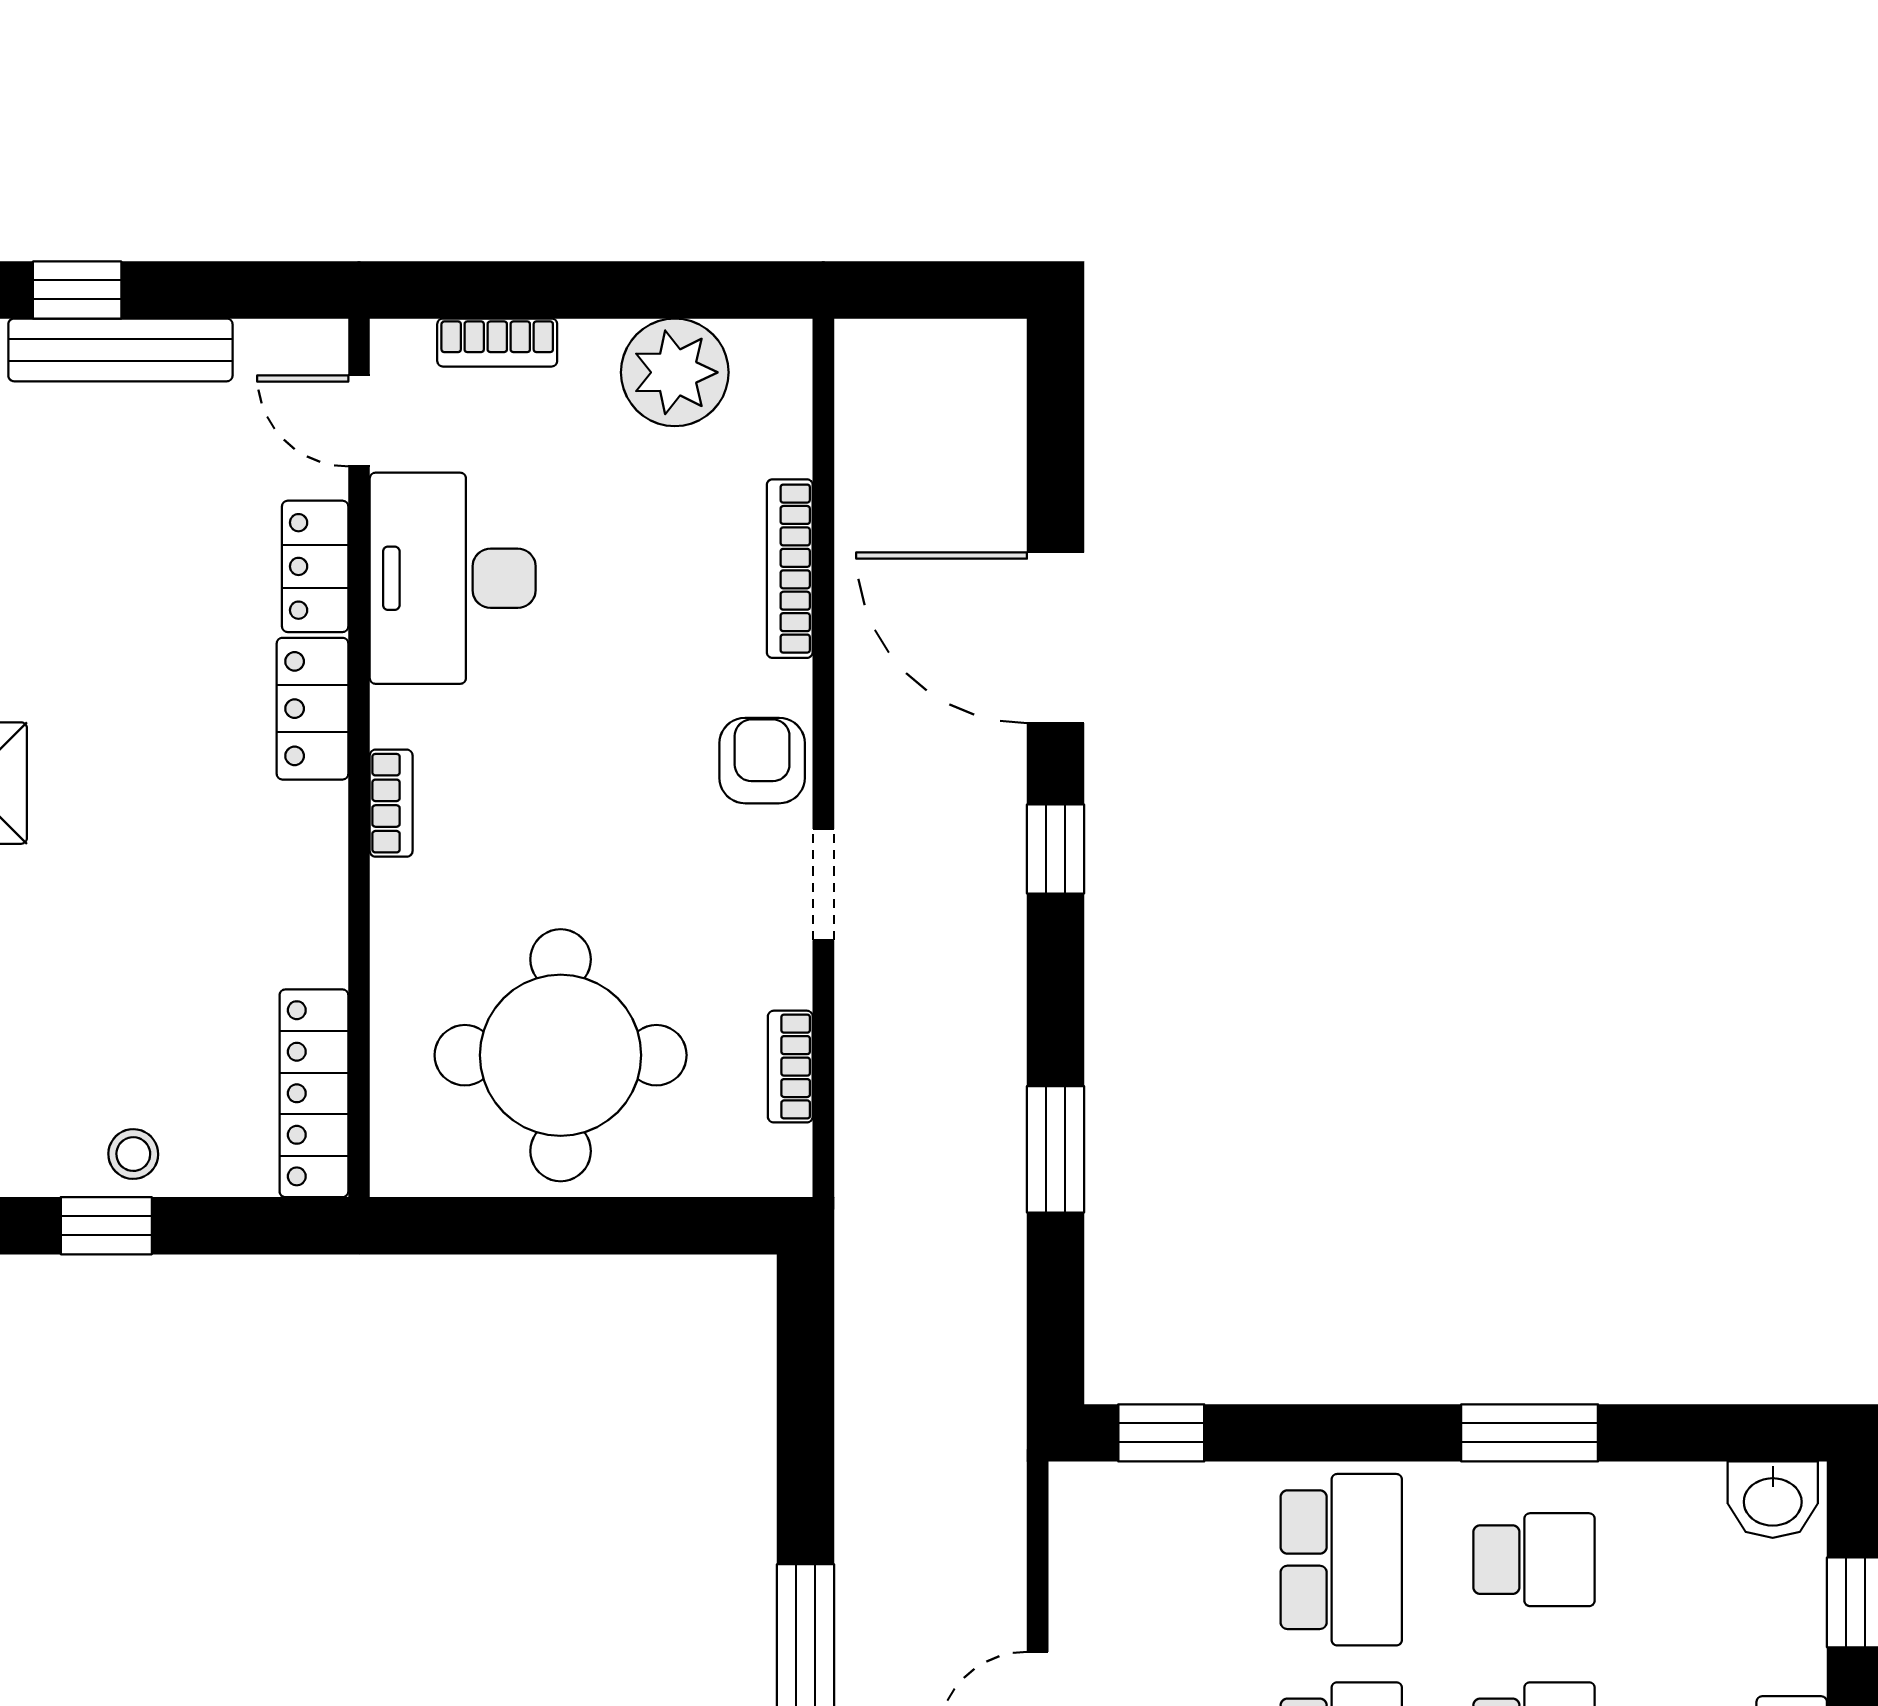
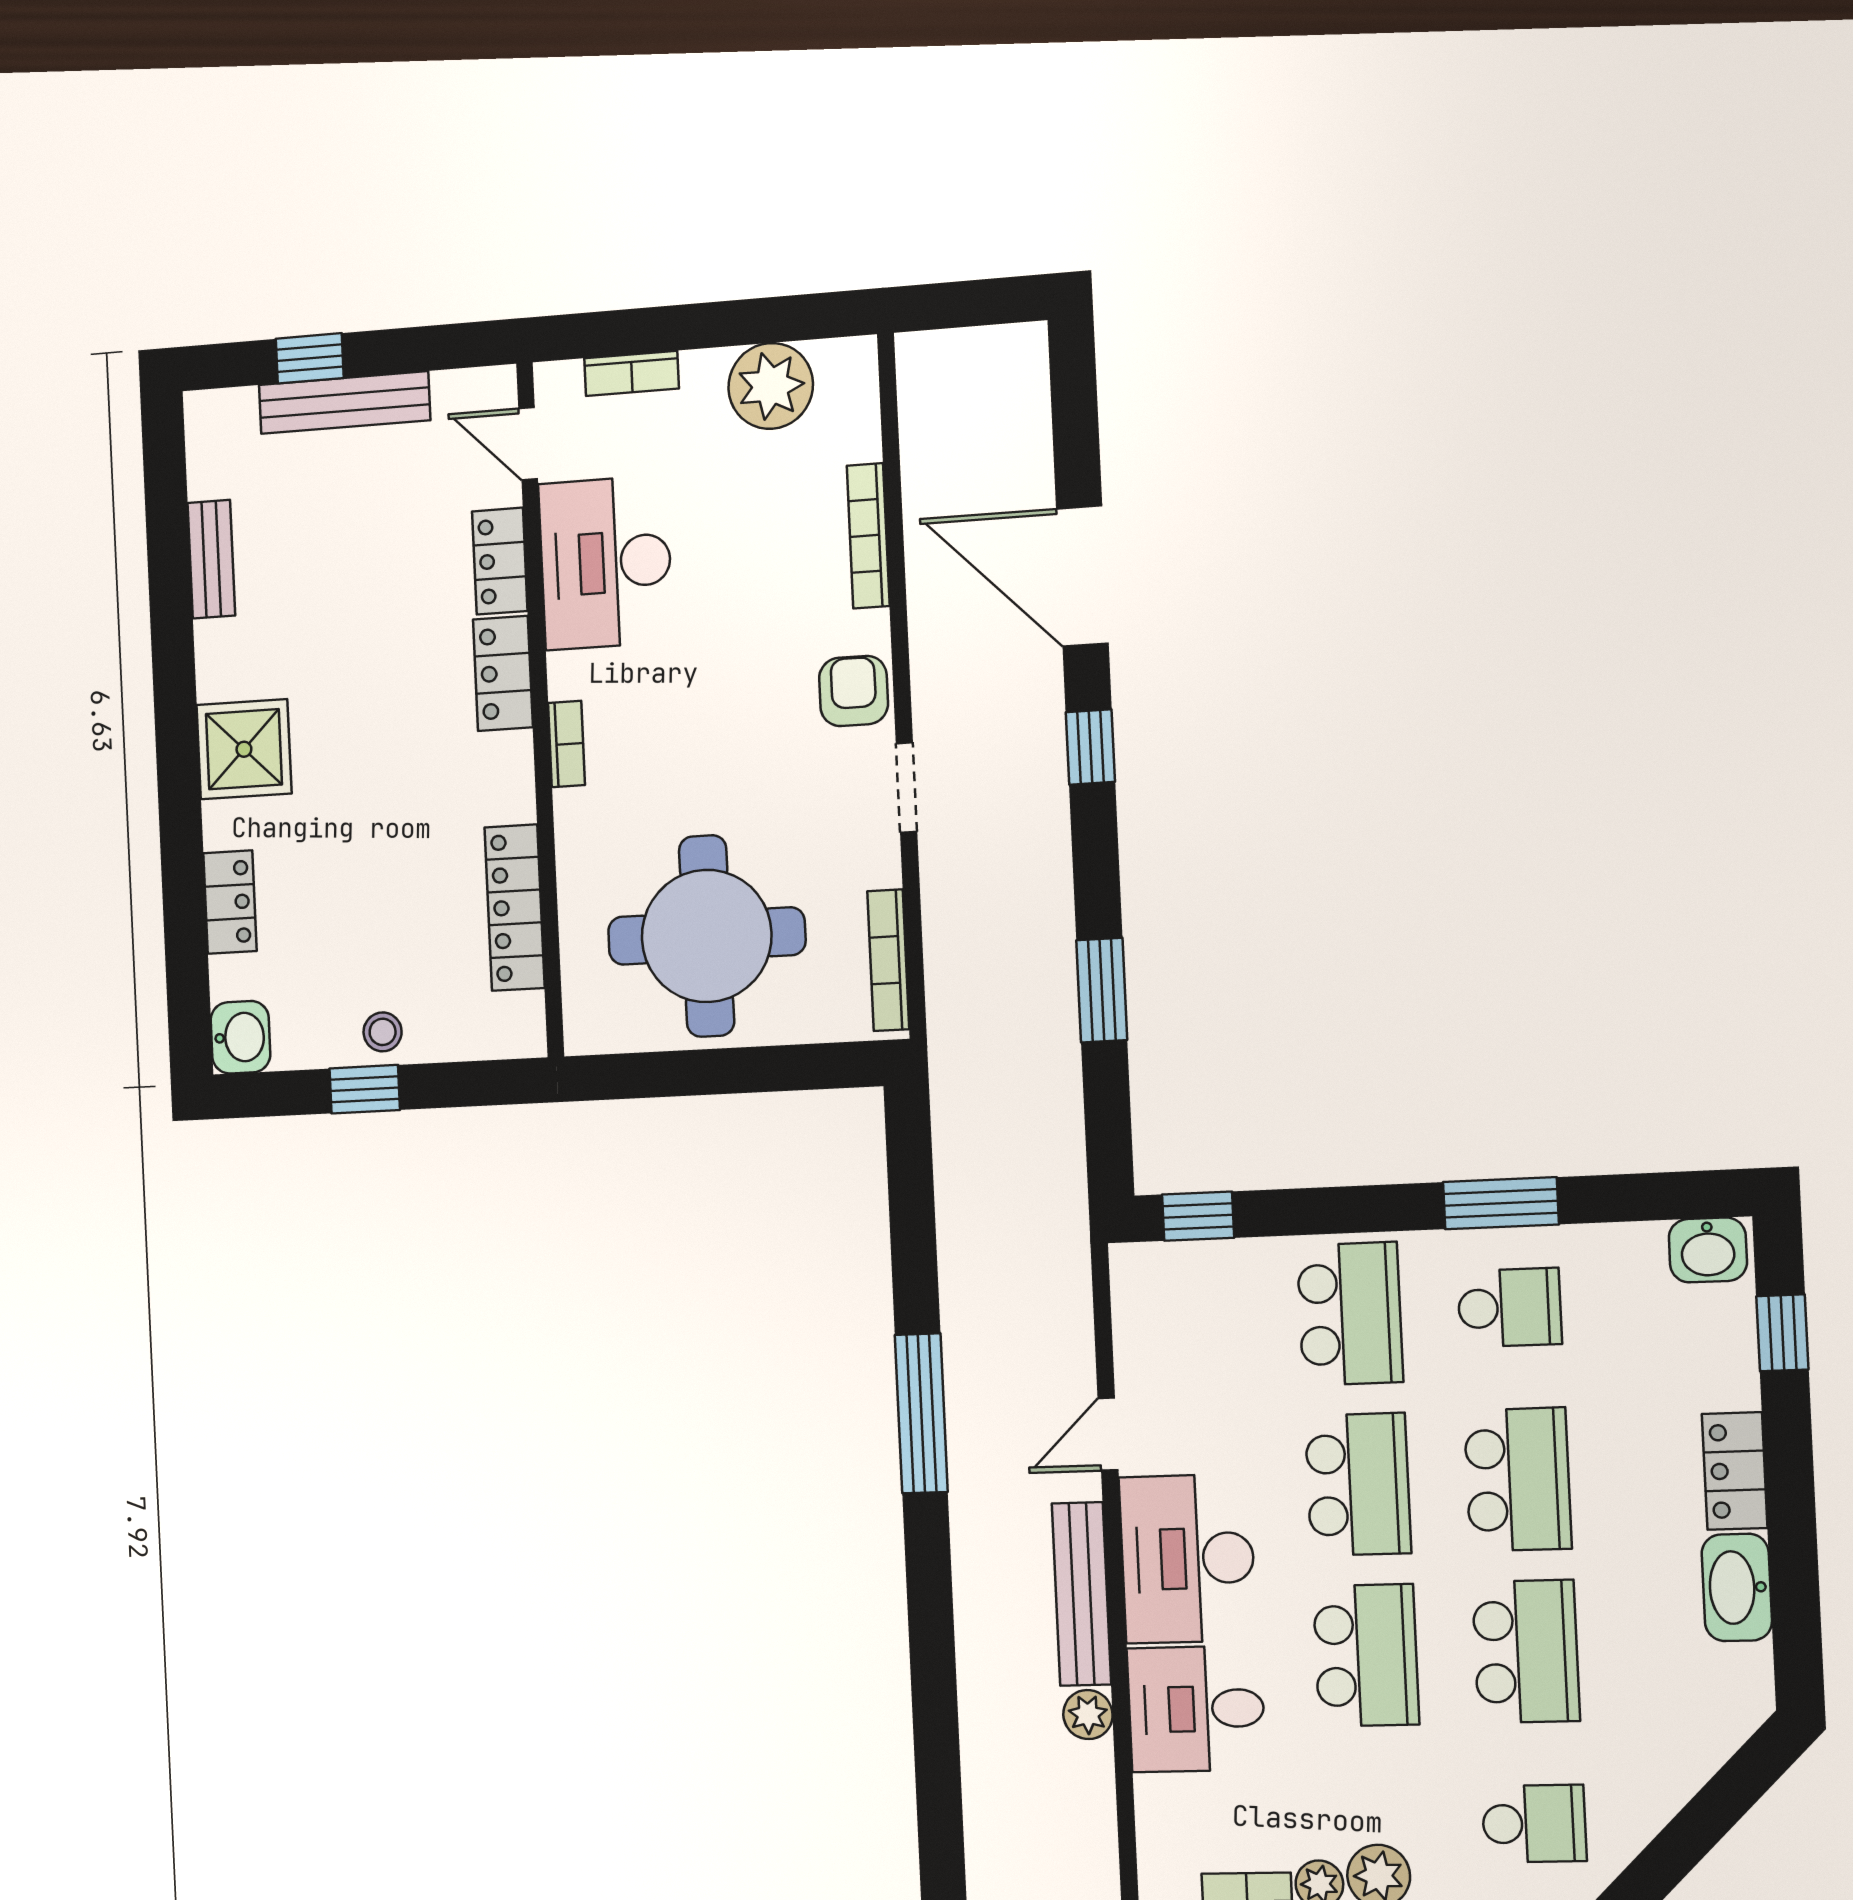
bookcase: (790, 1067) -> (888, 960), width x1.56
locker: (314, 1093) -> (515, 908), moved

